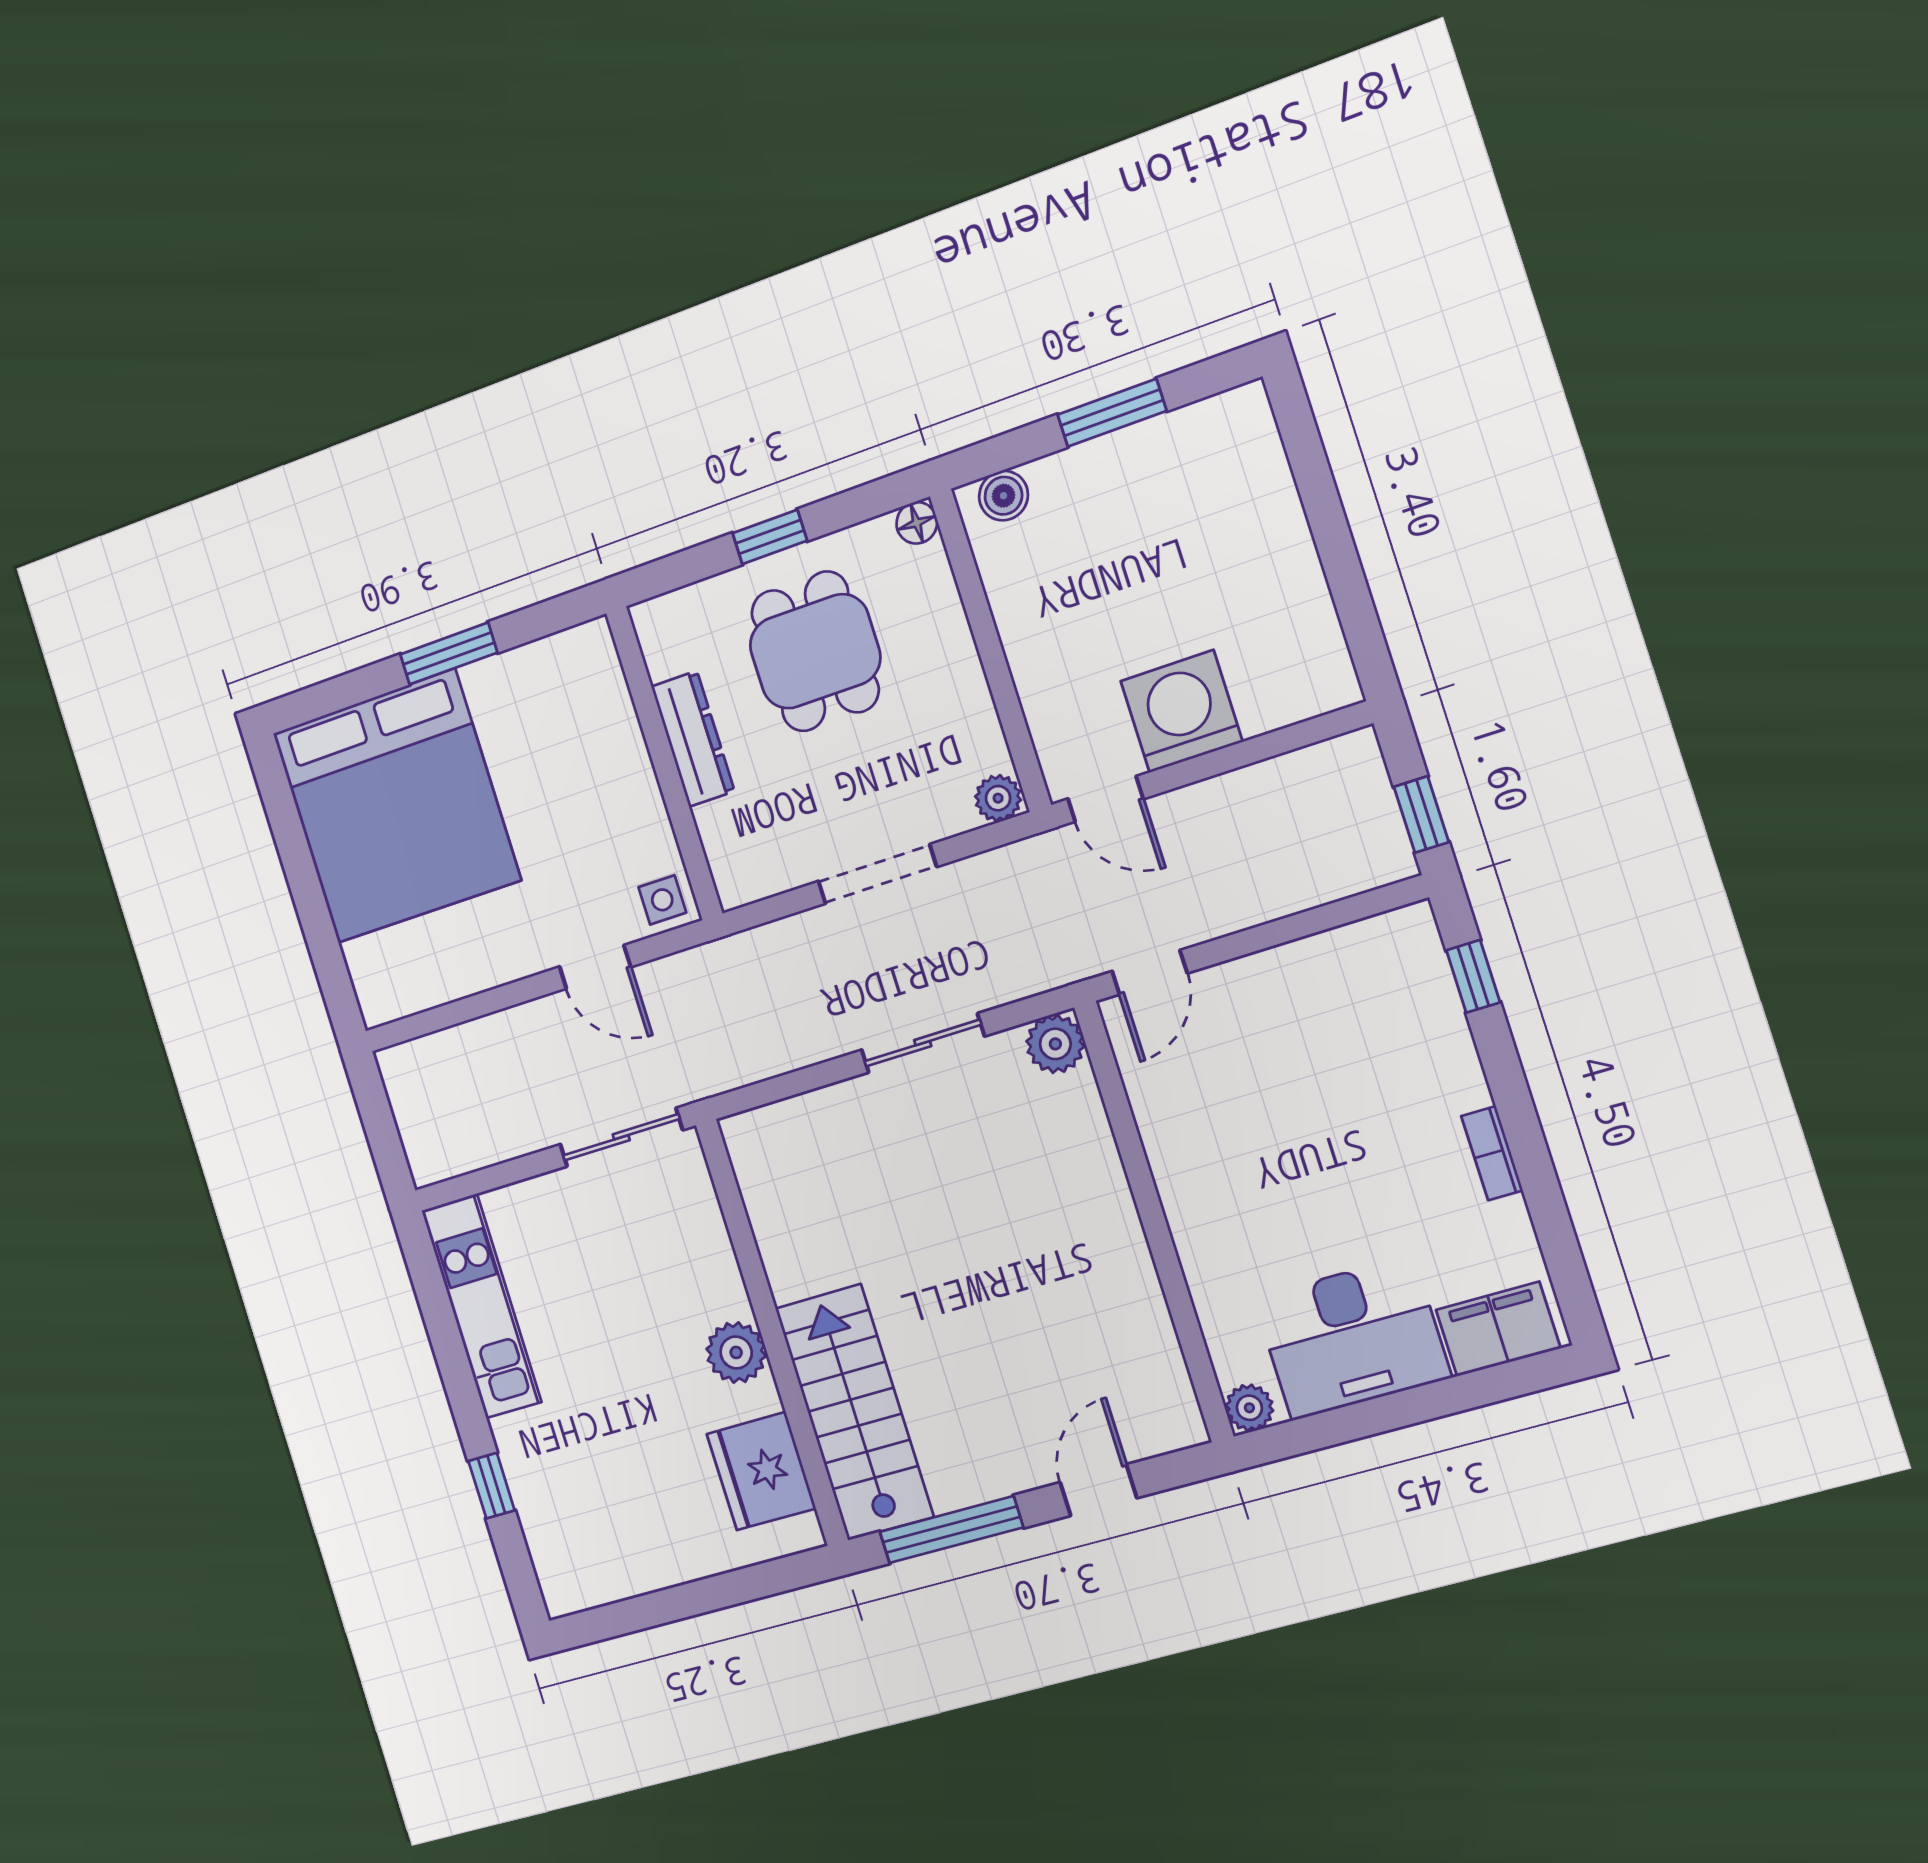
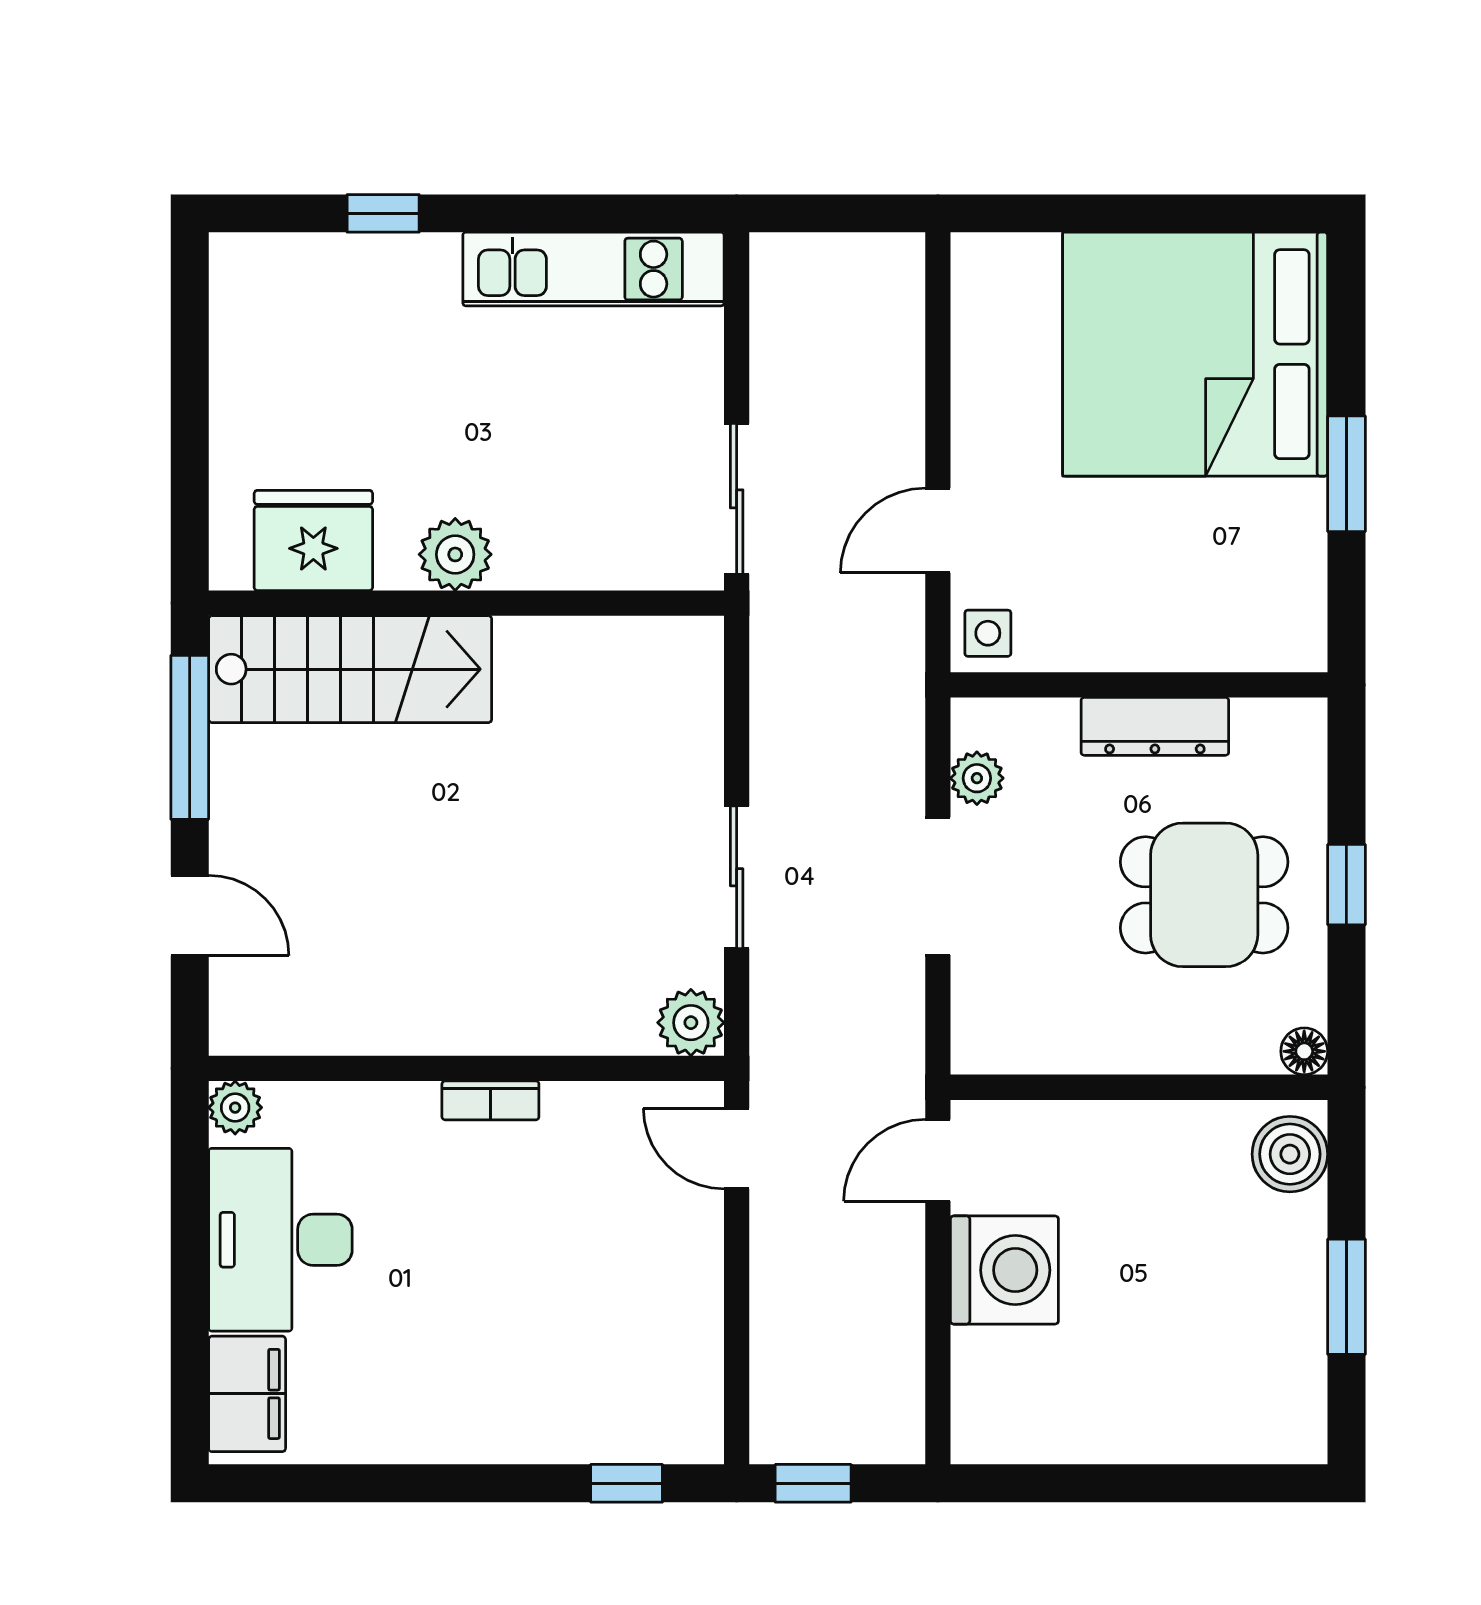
boiler: (1004, 496) -> (1290, 1154), width x1.36, depth x1.36
plant: (998, 798) -> (977, 778), moved
bookcase: (1492, 1153) -> (490, 1100), moved, turned 180

